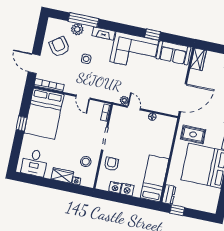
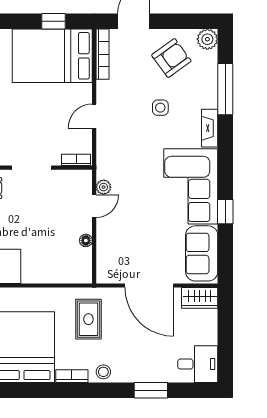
plant: (77, 29) -> (207, 39), moved
door: (183, 98) -> (149, 286), moved
window: (22, 123) -> (54, 21), moved
rug: (193, 134) -> (88, 319), moved

